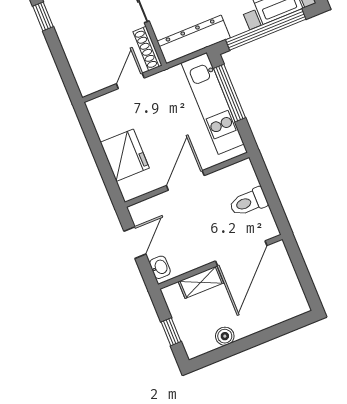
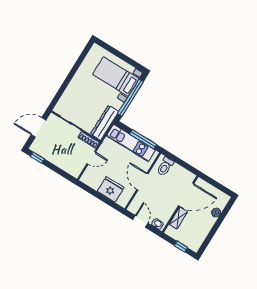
door: (130, 81) -> (91, 158), swing flipped
window: (229, 93) -> (143, 139), moved
toilet: (248, 202) -> (165, 166), moved
door: (241, 253) -> (186, 195), hinge flipped
boiler: (225, 336) -> (216, 213), moved

